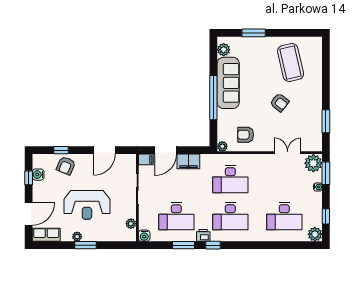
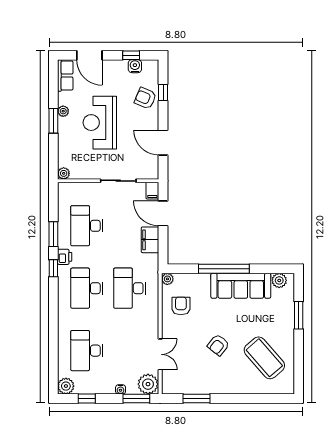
coffee table: (291, 63) -> (264, 358), turned 62
plant: (131, 224) -> (64, 173), moved
water cooler: (144, 236) -> (64, 189), removed

